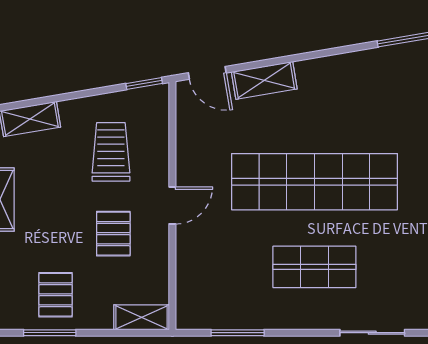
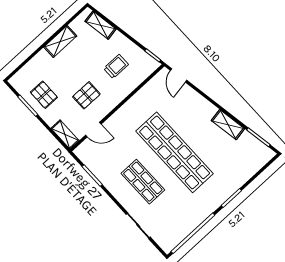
shelving: (264, 80) -> (228, 125), moved
trolley: (111, 152) -> (116, 66), width x0.73, depth x0.72
door: (172, 205) -> (93, 130), moved
pallet: (56, 295) -> (44, 95), turned 90

